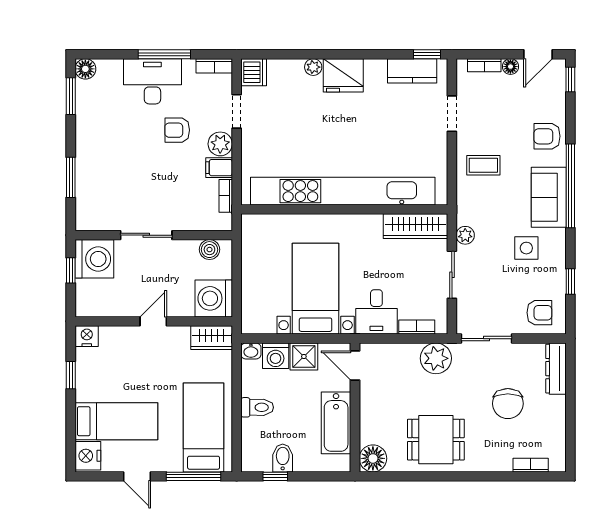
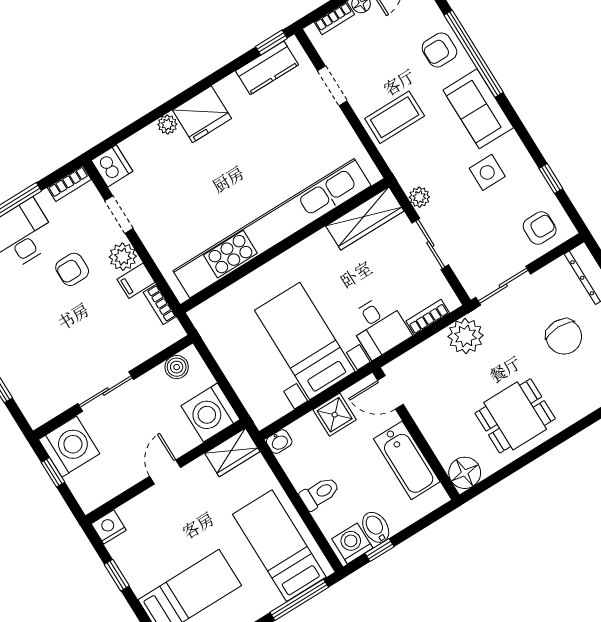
coffee table: (483, 165) -> (395, 117), width x1.36, depth x1.30
window: (570, 186) -> (474, 54), moved
washing machine: (276, 356) -> (352, 543), moved, turned 180

